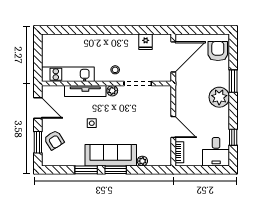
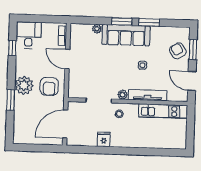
fridge: (146, 42) -> (104, 139), moved
armchair: (218, 51) -> (49, 86), moved

